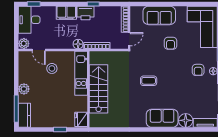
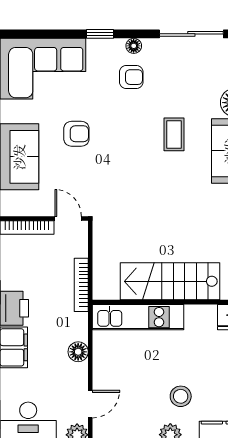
floor lamp: (78, 44) -> (78, 352), moved
stool: (52, 68) -> (181, 396), moved
coffee table: (149, 81) -> (174, 134), moved

